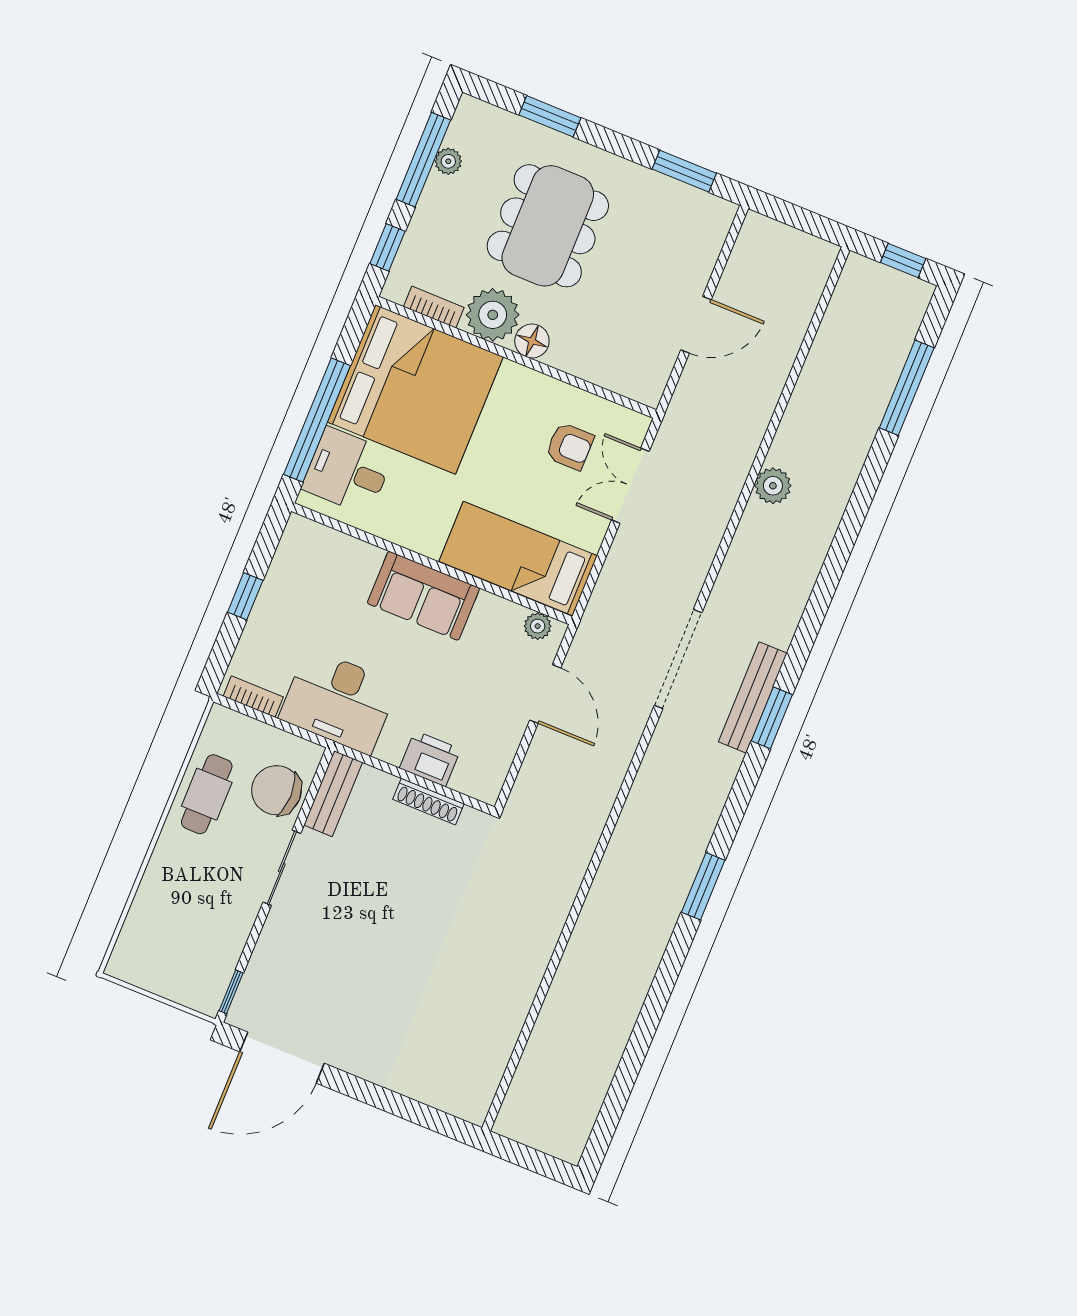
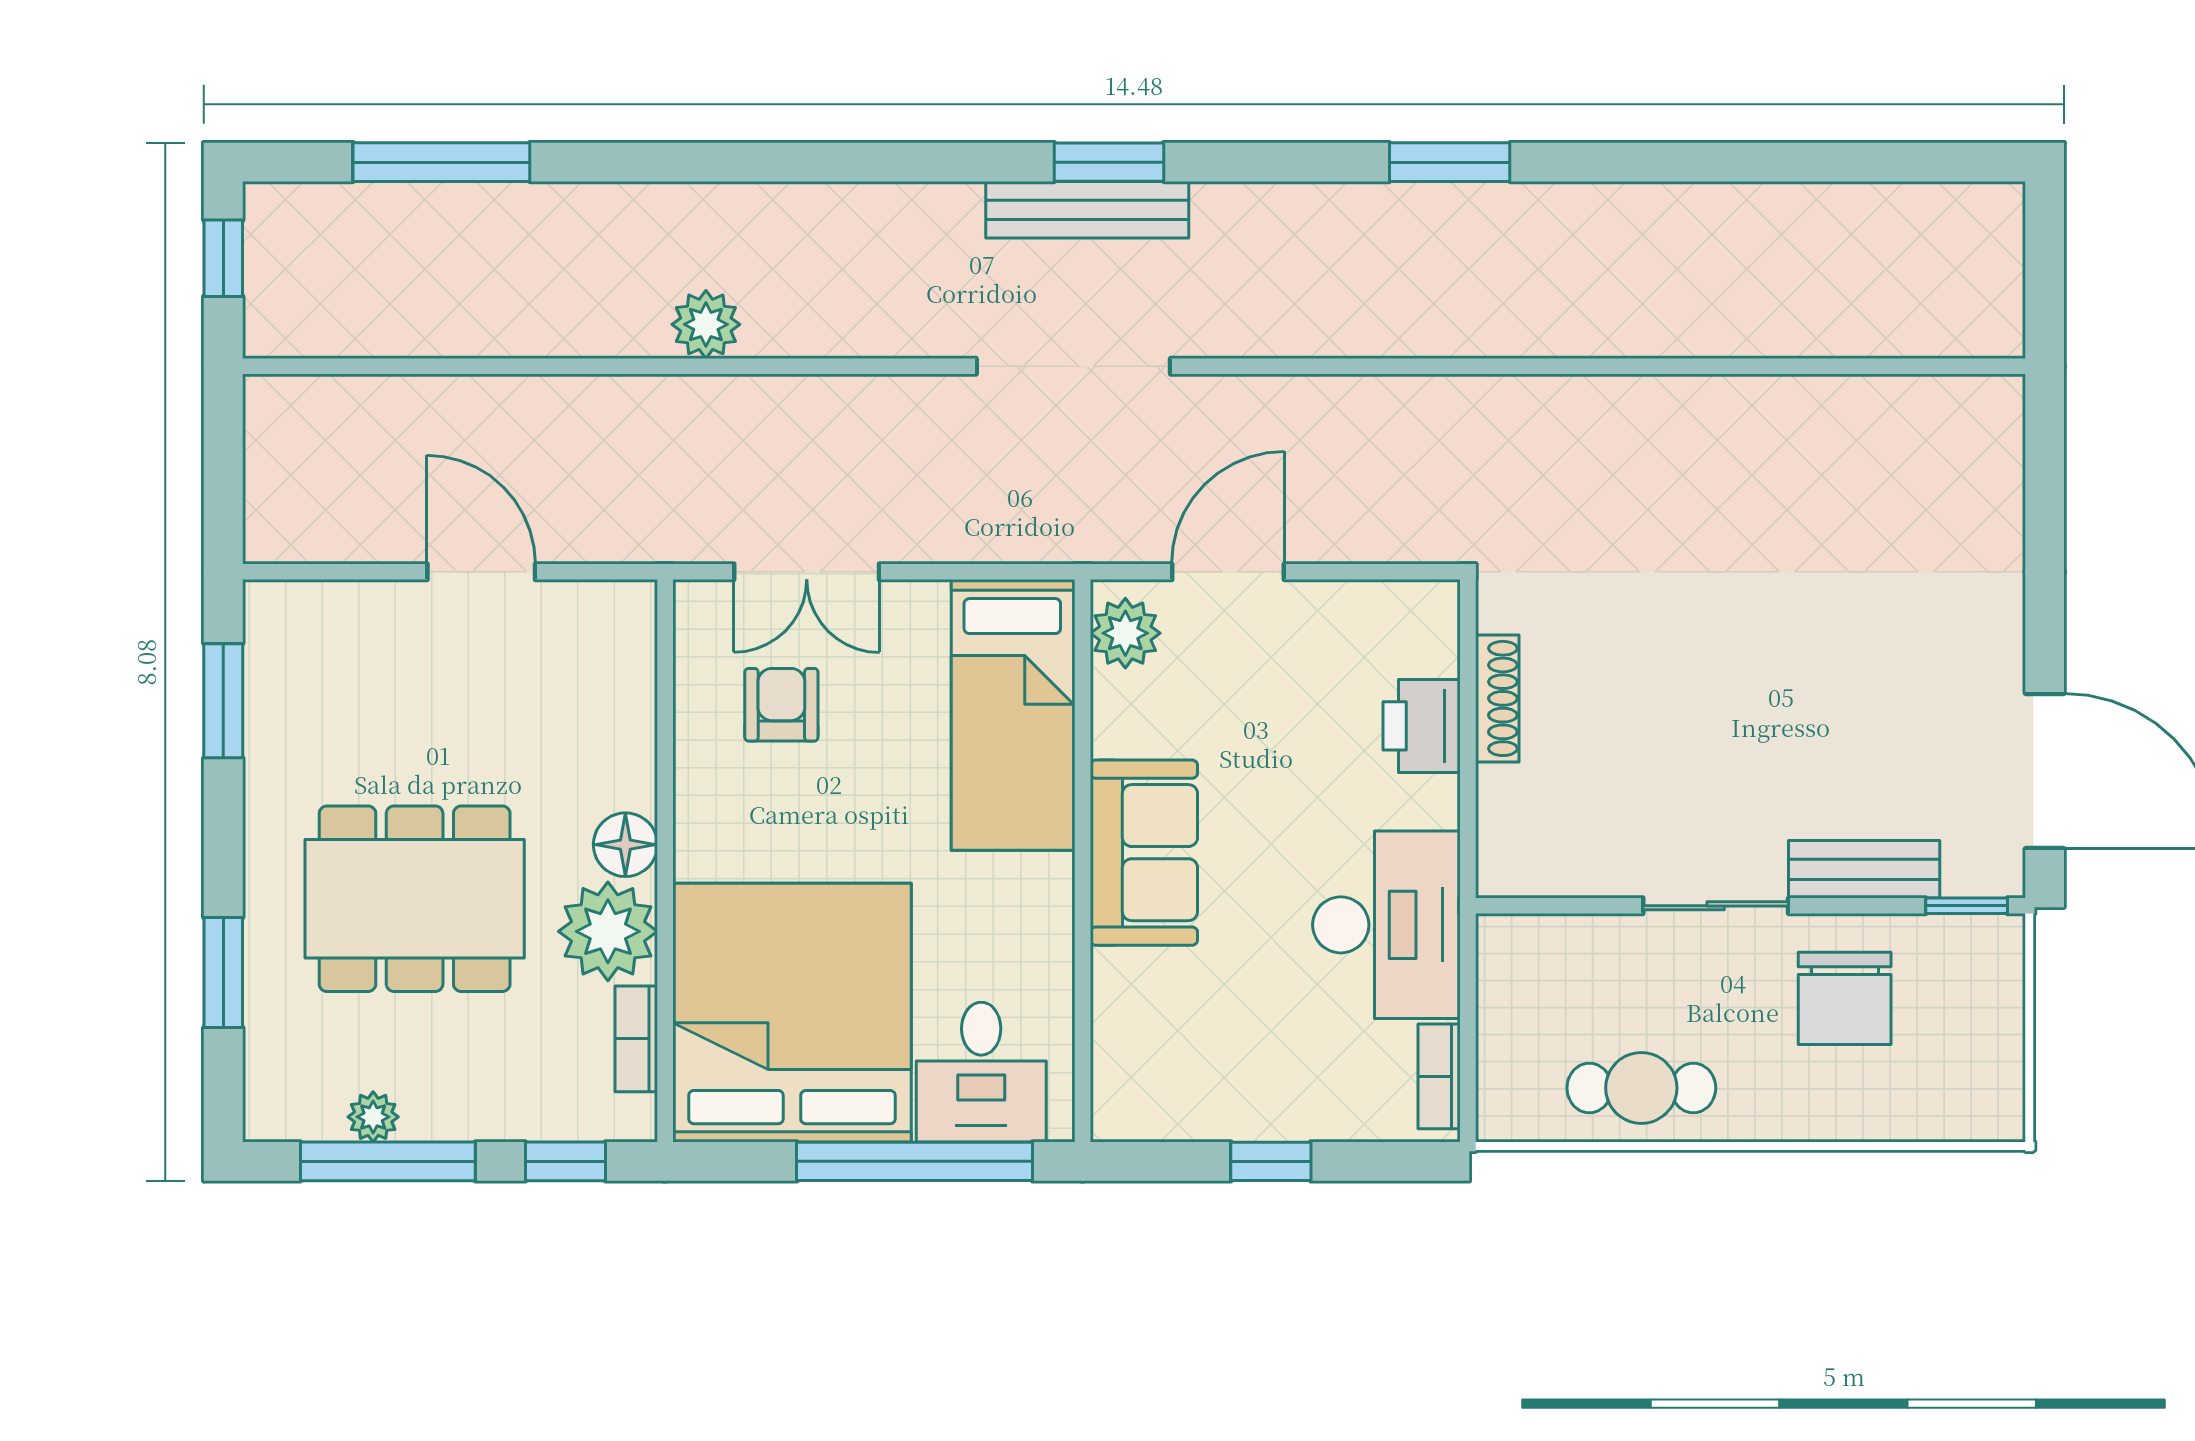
plant: (538, 626) -> (1125, 633), width x1.38, depth x1.38
chair: (276, 790) -> (1845, 998), moved
bench: (333, 794) -> (1864, 869), moved

